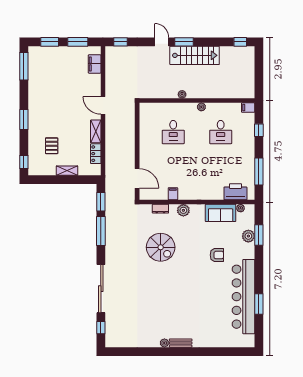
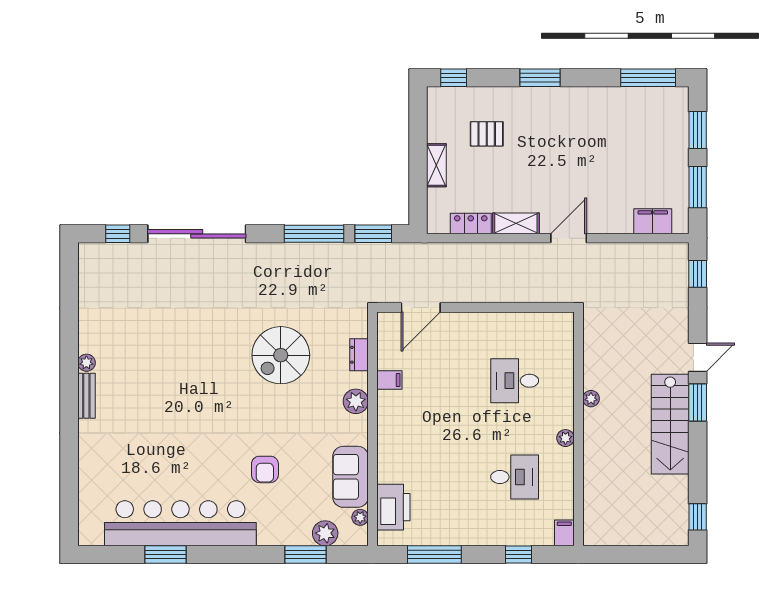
desk: (221, 132) -> (515, 477), turned 180
plant: (248, 236) -> (325, 533), moved

